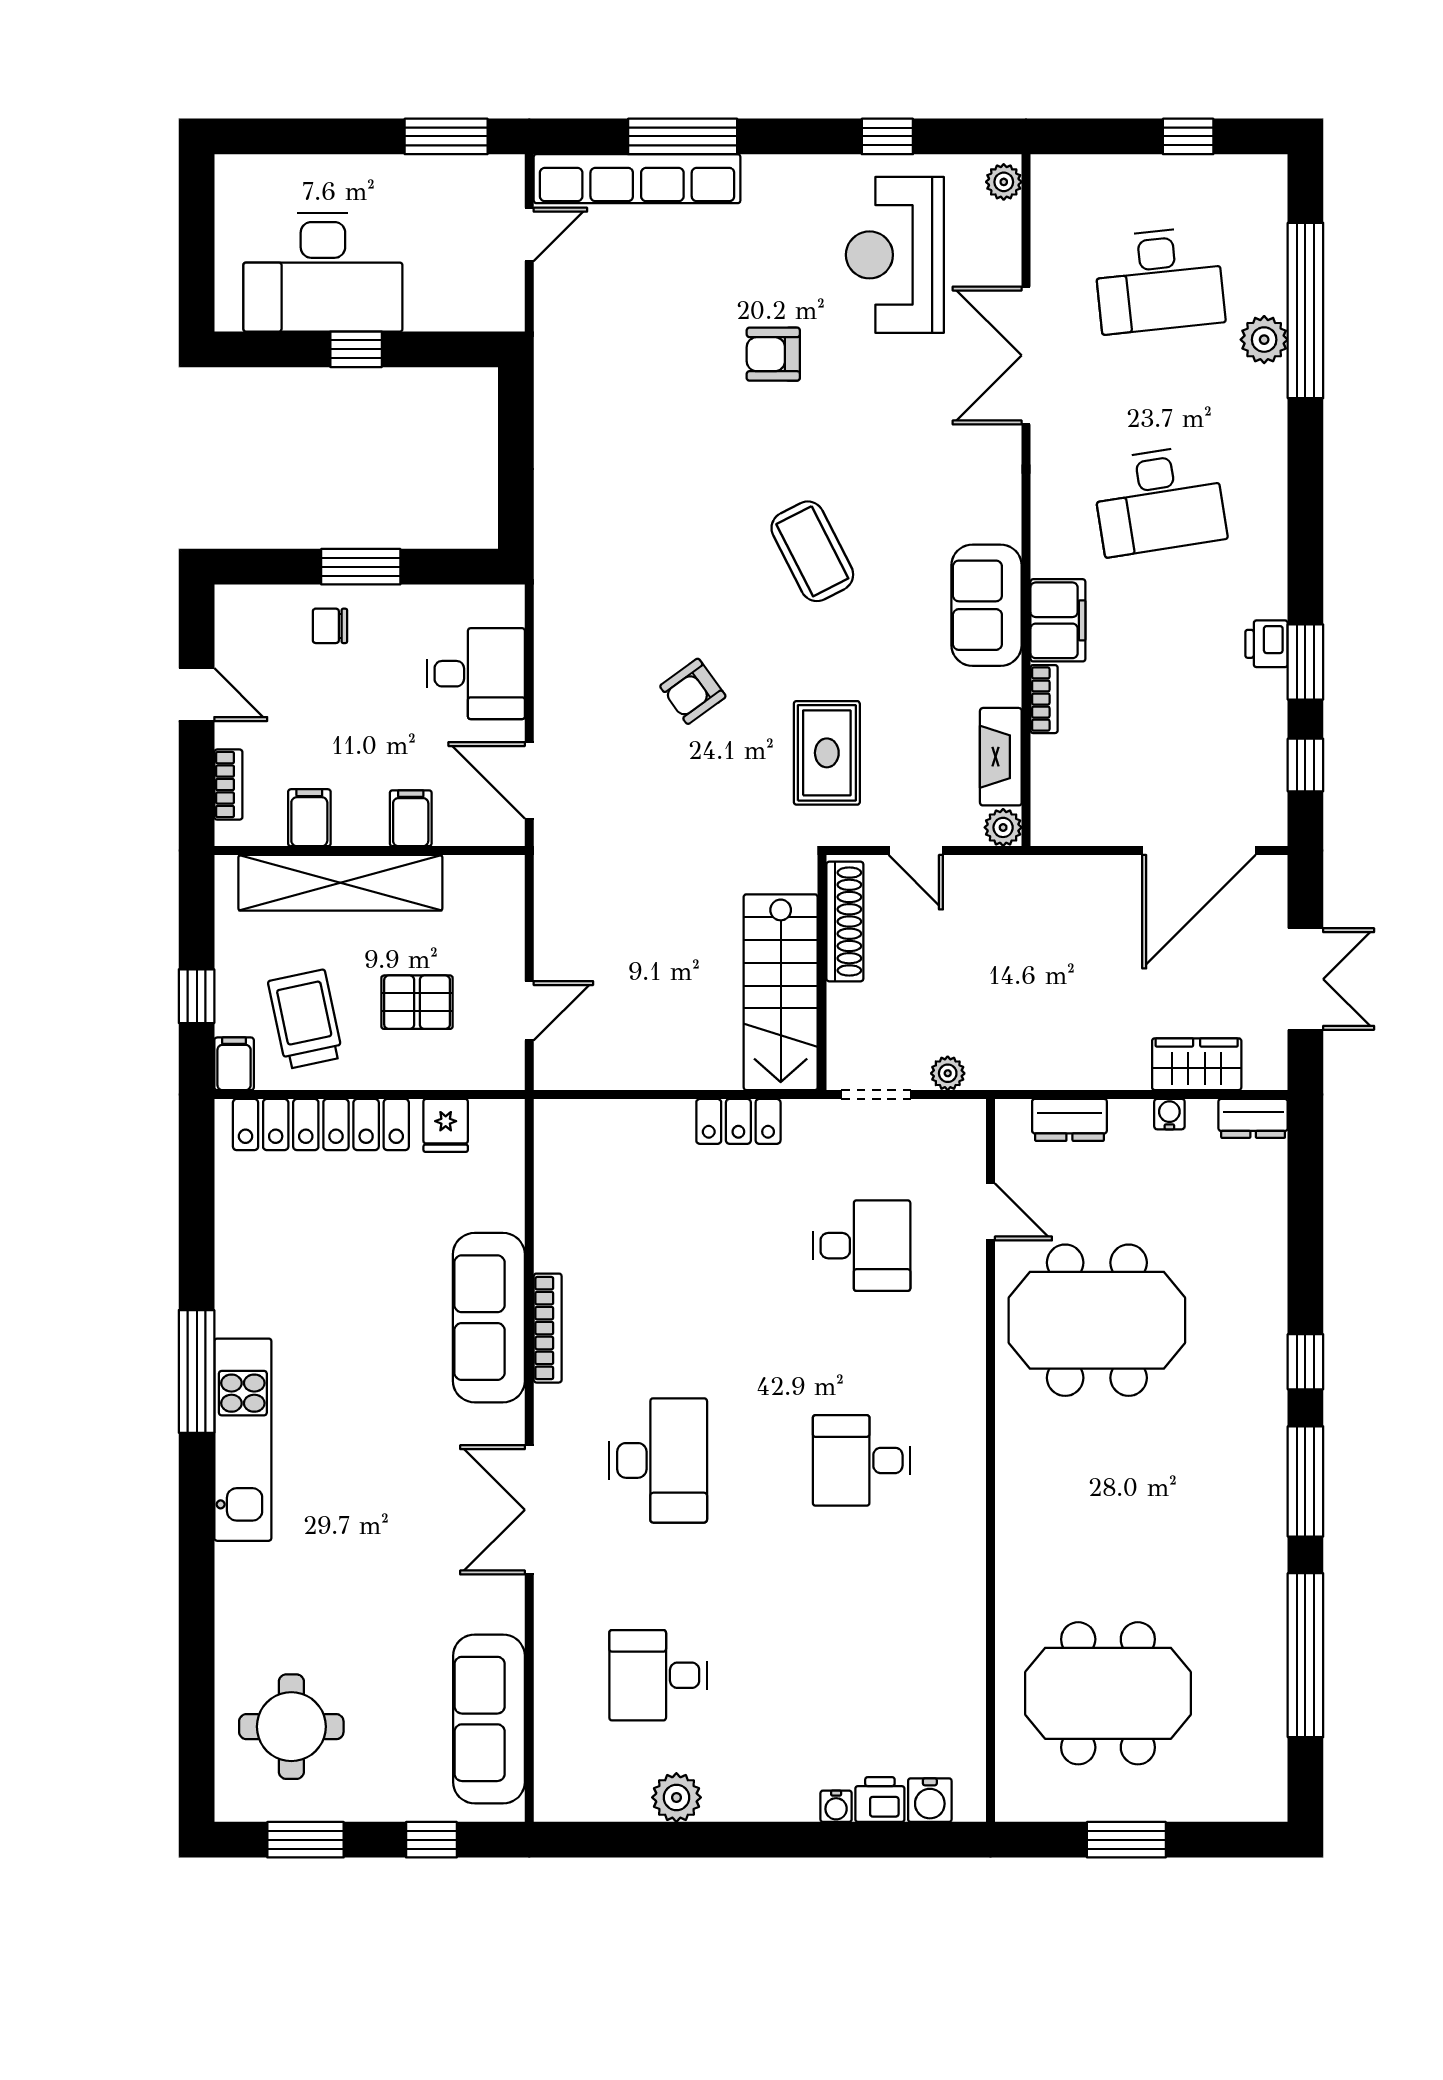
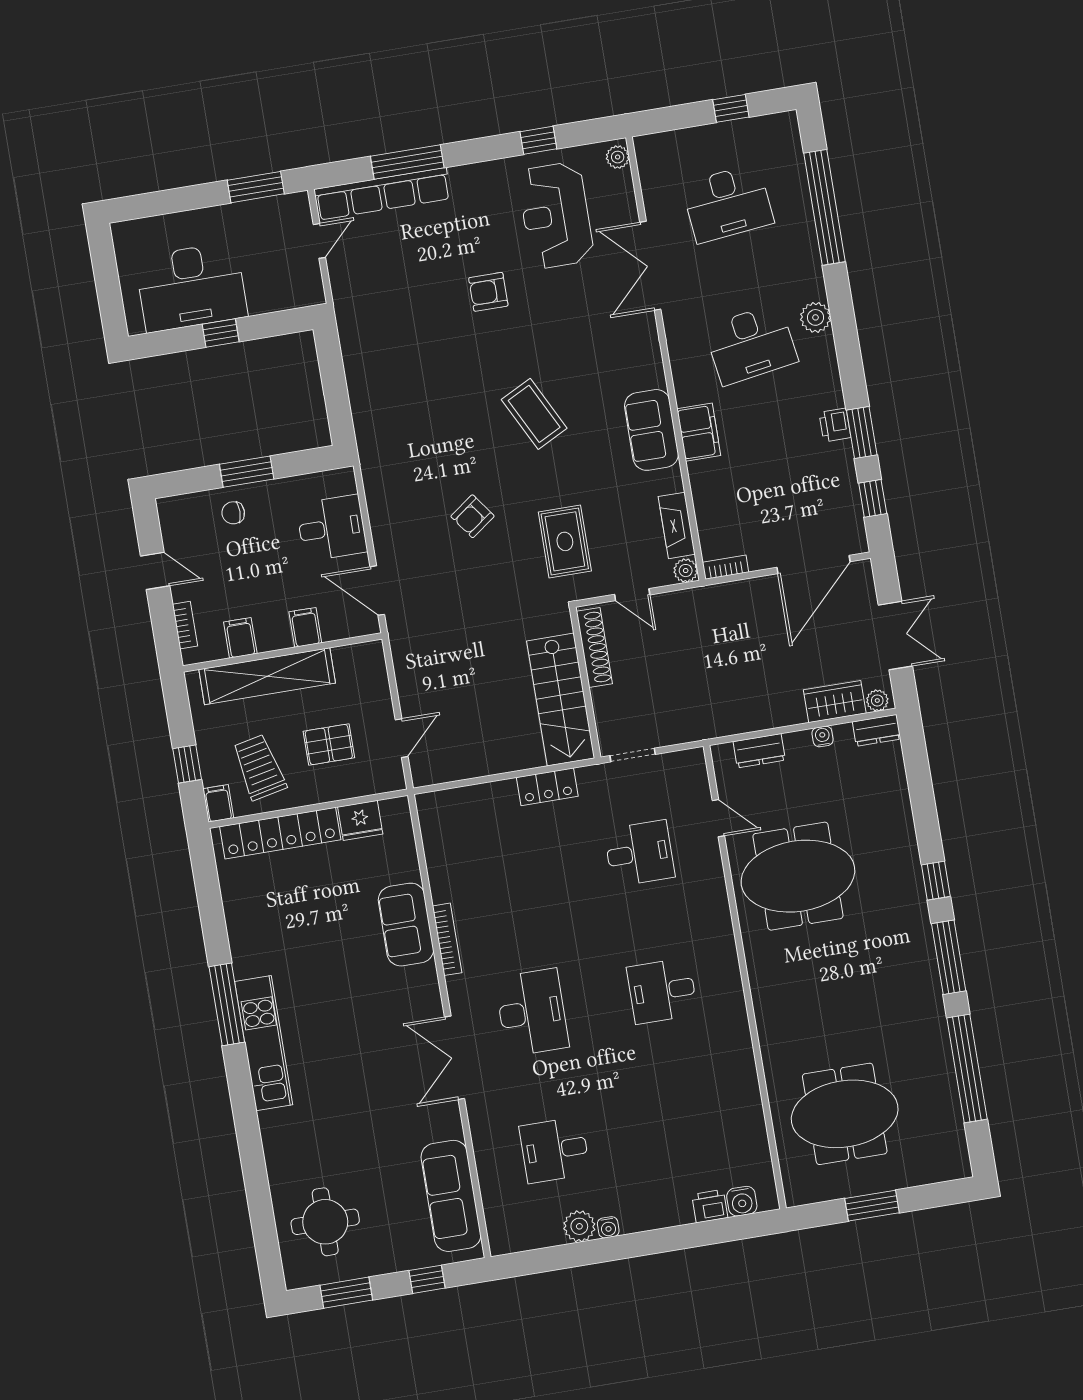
plant: (1264, 340) -> (816, 317), moved
bookcase: (1044, 699) -> (725, 567), moved, turned -90
plant: (948, 1073) -> (877, 700), moved
fridge: (446, 1125) -> (360, 820), width x1.38
sofa: (489, 1318) -> (406, 925), width x0.73
water cooler: (836, 1806) -> (608, 1227), moved

